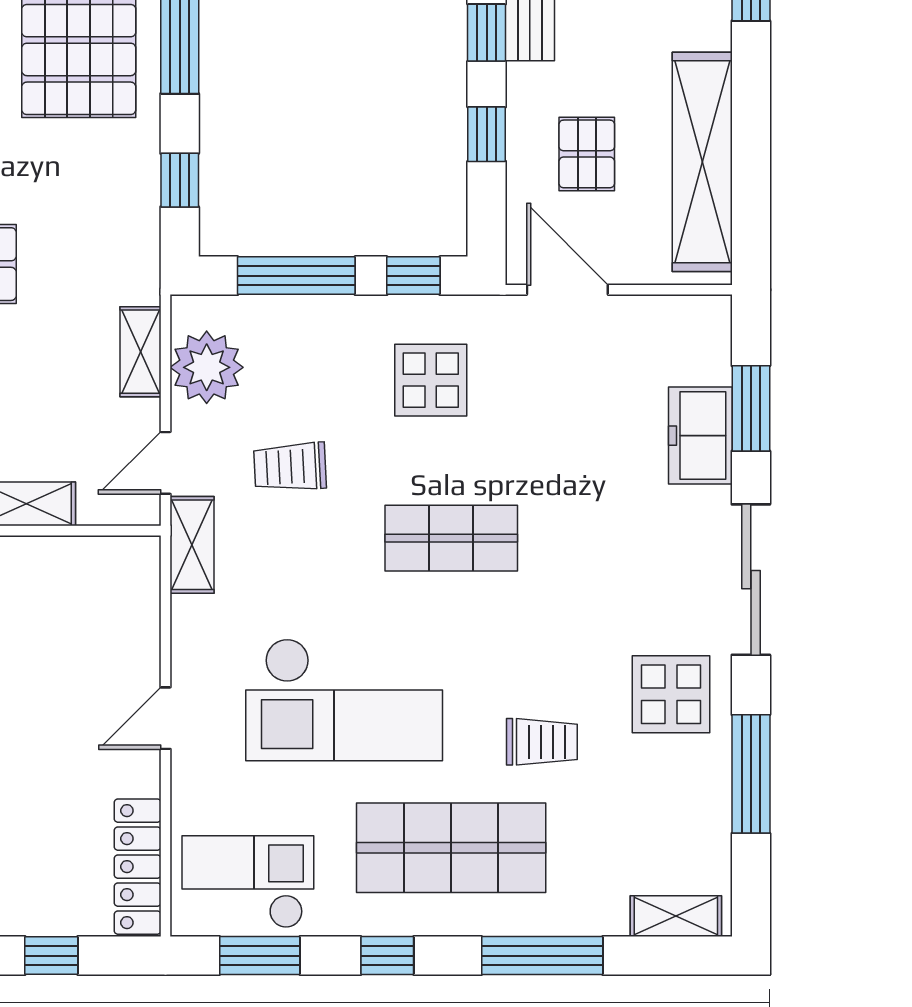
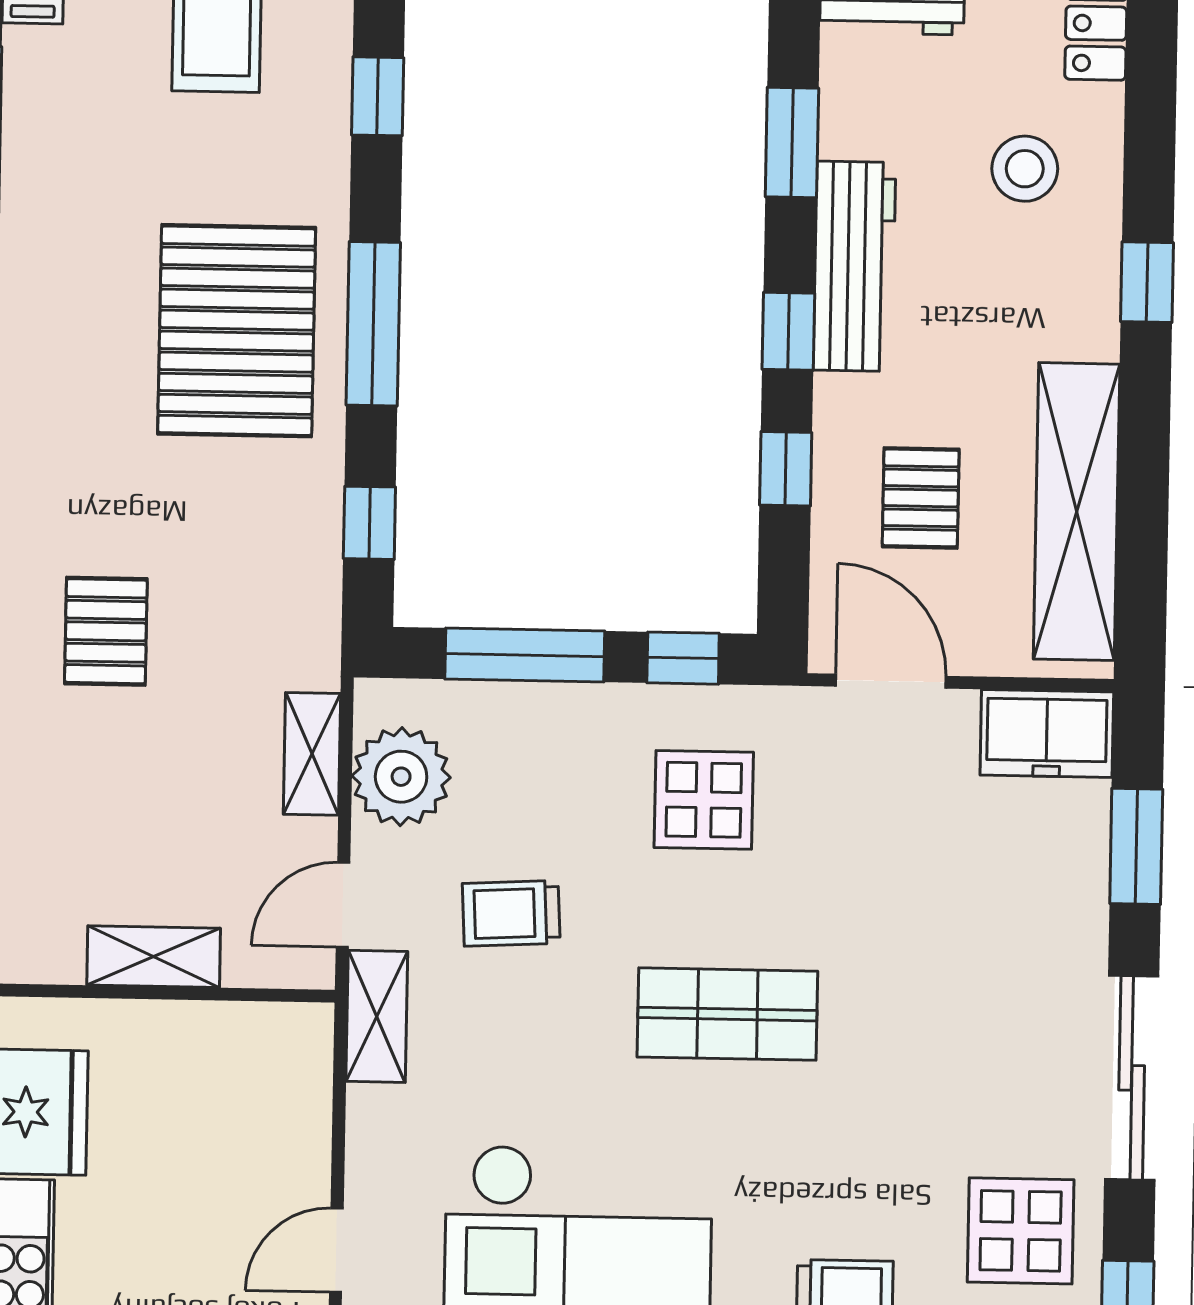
freezer: (700, 436) -> (1047, 733), moved, turned -90

